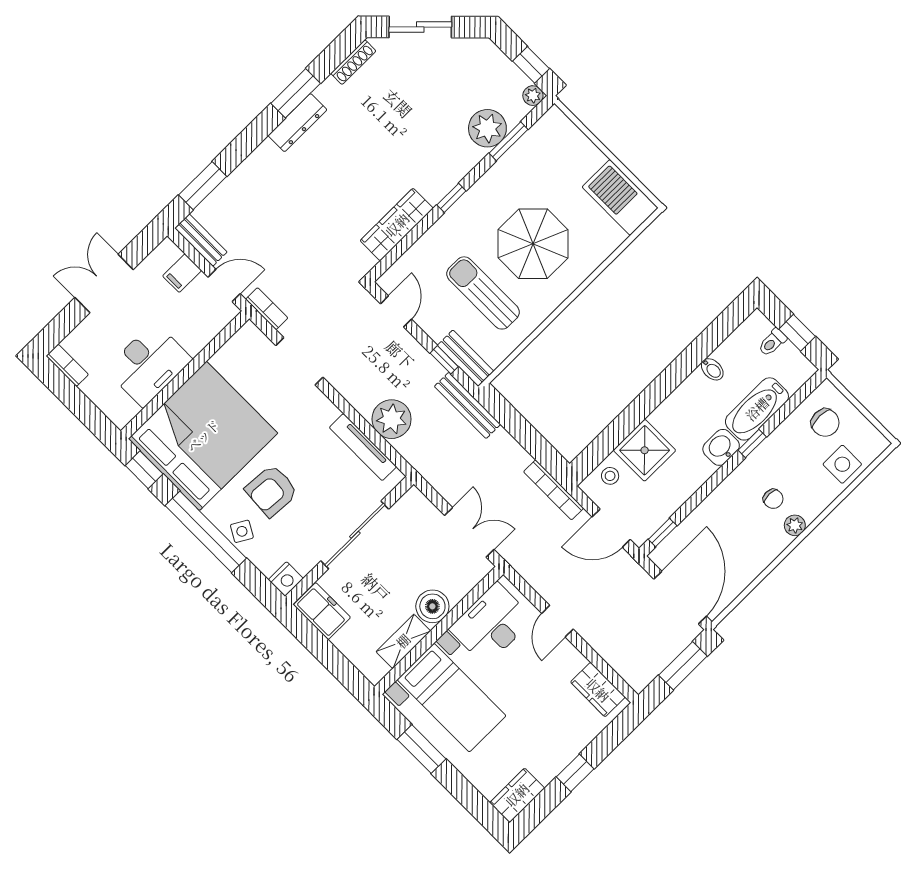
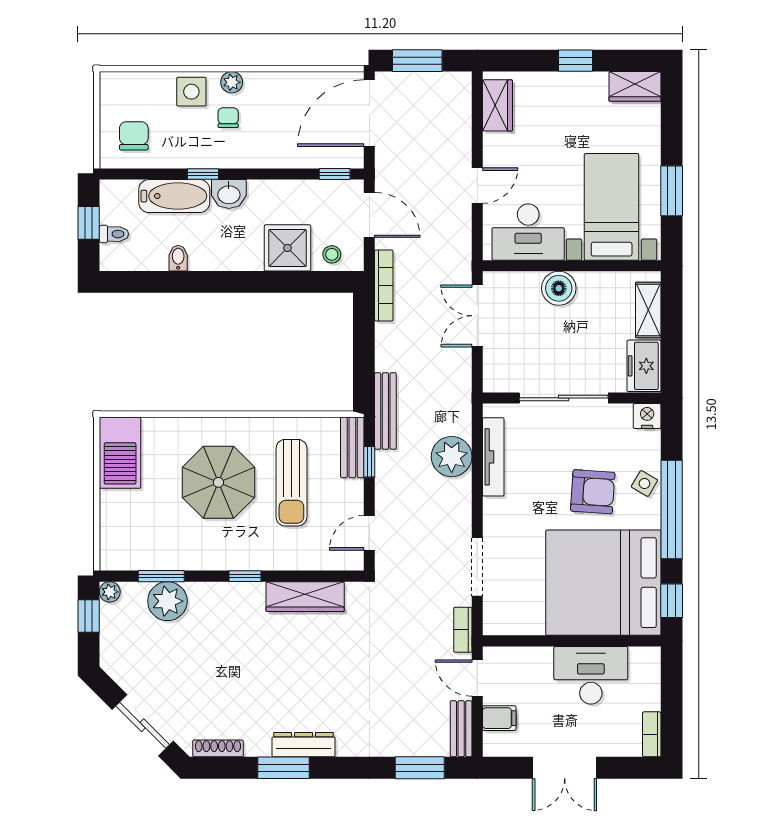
side table: (842, 464) -> (191, 92), moved
shelving: (403, 641) -> (648, 310), moved, turned 90

